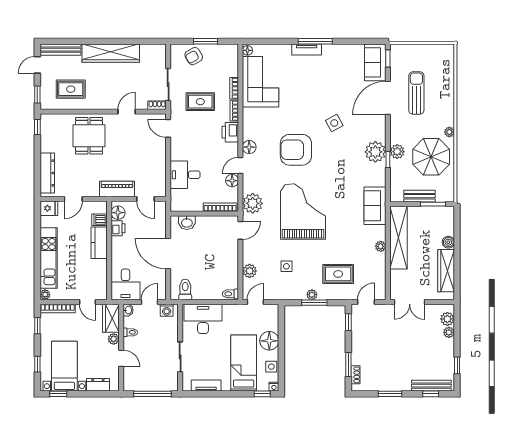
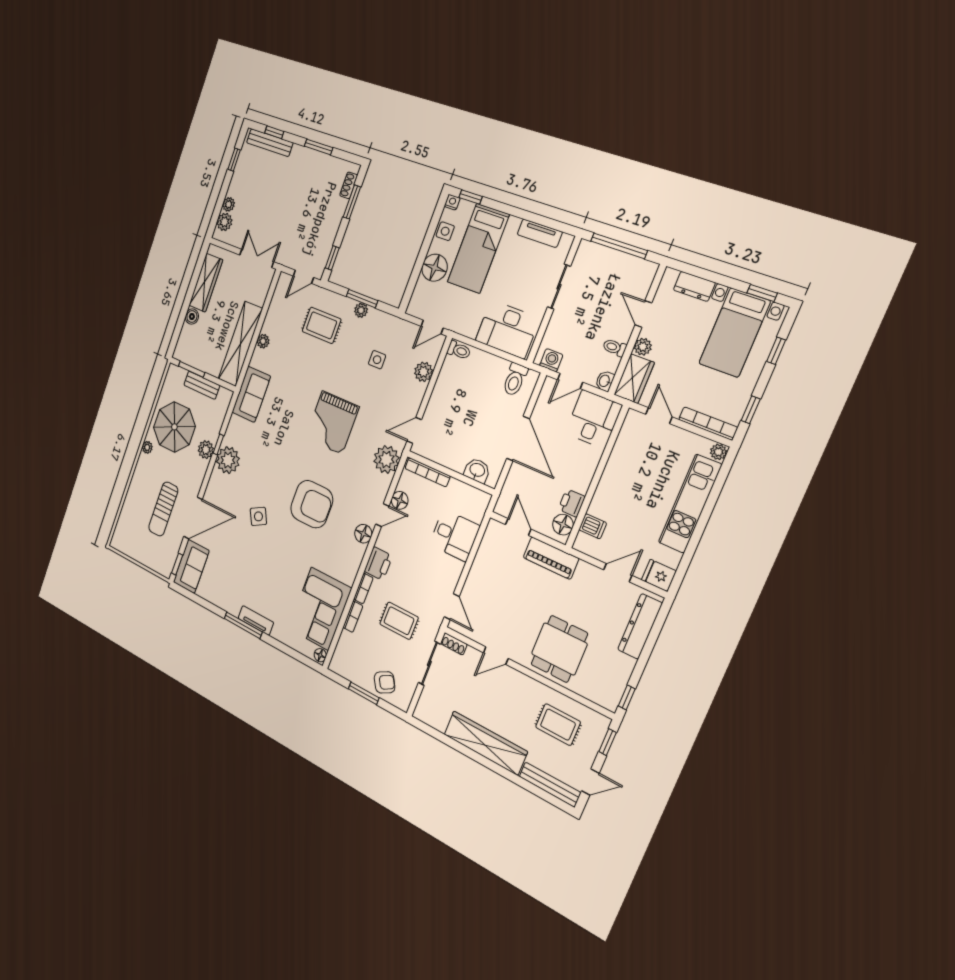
grand piano: (303, 211) -> (332, 423), width x0.73, depth x0.68
kitchen counter: (99, 243) -> (606, 494), removed

